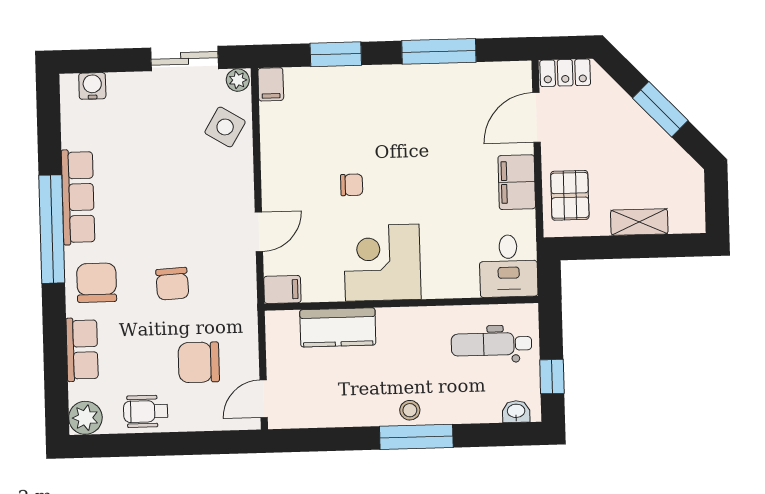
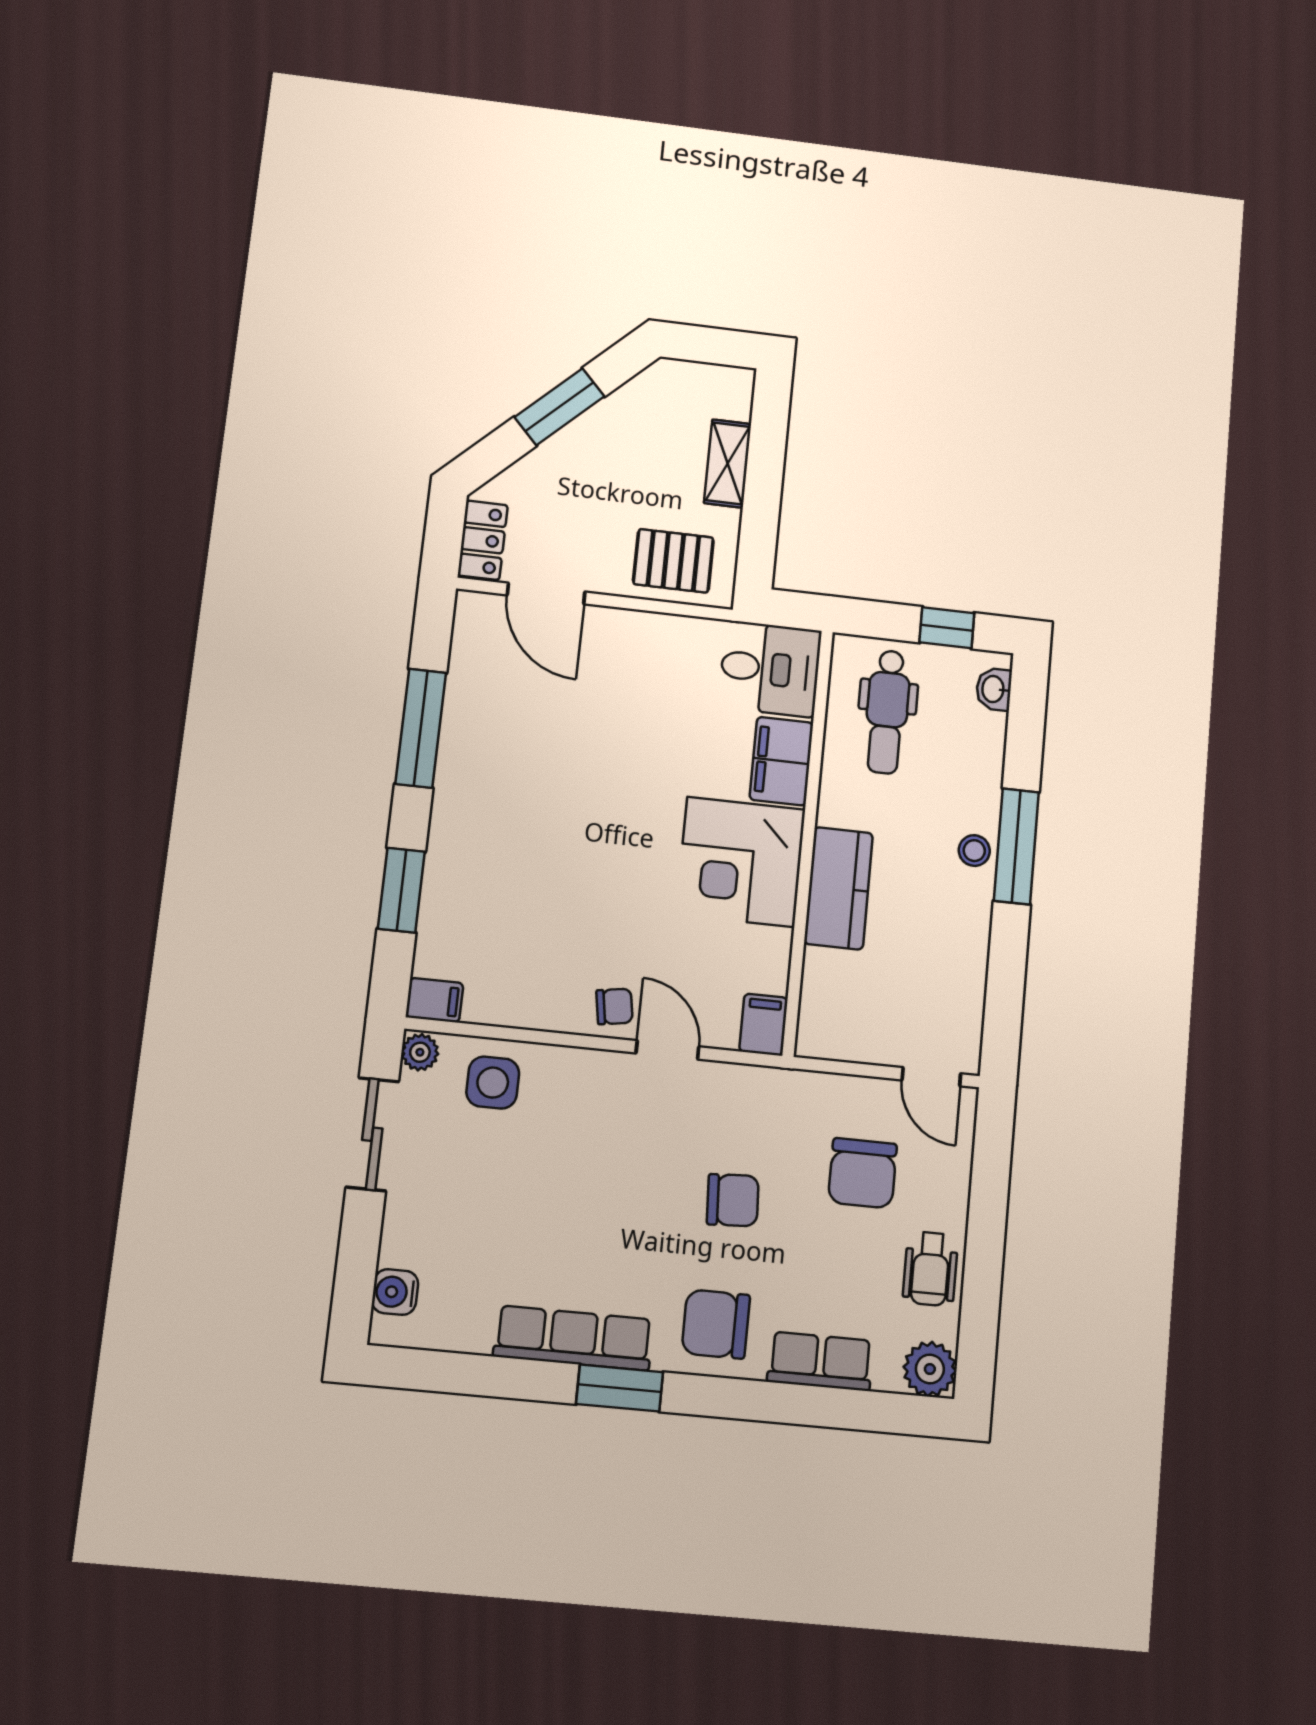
side table: (225, 127) -> (493, 1083), turned -31
filing cabinet: (517, 182) -> (781, 761), moved, turned 90
chair: (352, 185) -> (614, 1006), moved, turned 81
window: (52, 229) -> (620, 1388), width x0.47
kitchen counter: (338, 327) -> (839, 888), moved

